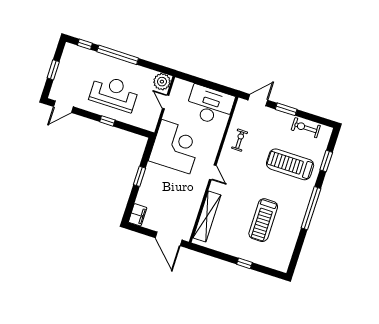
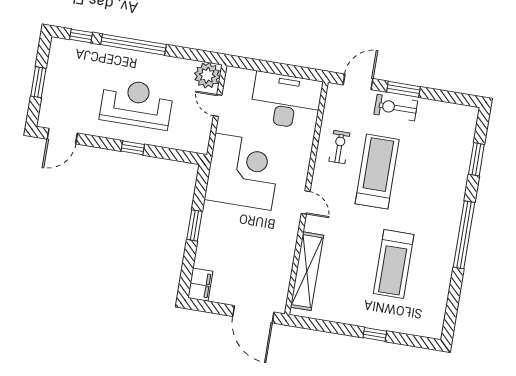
exercise bike: (306, 128) -> (396, 108), moved
treadmill: (290, 164) -> (377, 172), moved, turned 90

